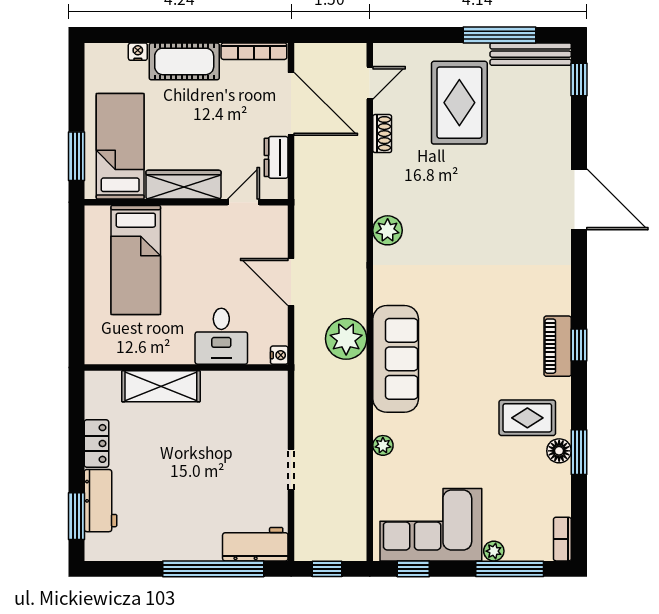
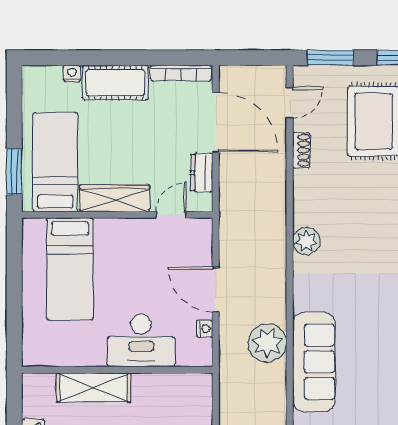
window: (413, 35) -> (330, 58), added
desk: (221, 336) -> (141, 341), width x1.37
nightstand: (279, 355) -> (205, 329), moved

